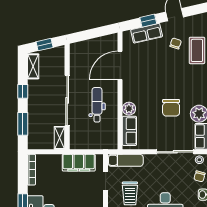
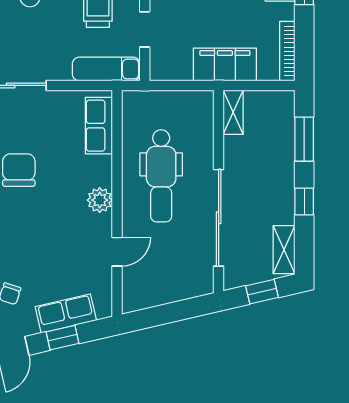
door: (120, 65) -> (117, 252), width x0.53
sliding door: (67, 100) -> (219, 218), moved
dental chair: (97, 105) -> (161, 176), width x1.36, depth x1.38
plant: (129, 109) -> (100, 200), moved
filing cabinet: (79, 163) -> (225, 64), moved

